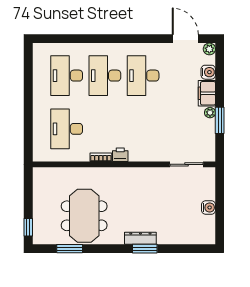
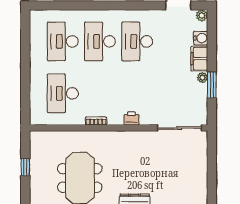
printer: (120, 155) -> (131, 118), moved
sliding door: (186, 164) -> (180, 128), width x1.37
water cooler: (209, 207) -> (201, 170), removed
window: (28, 227) -> (25, 167), moved

